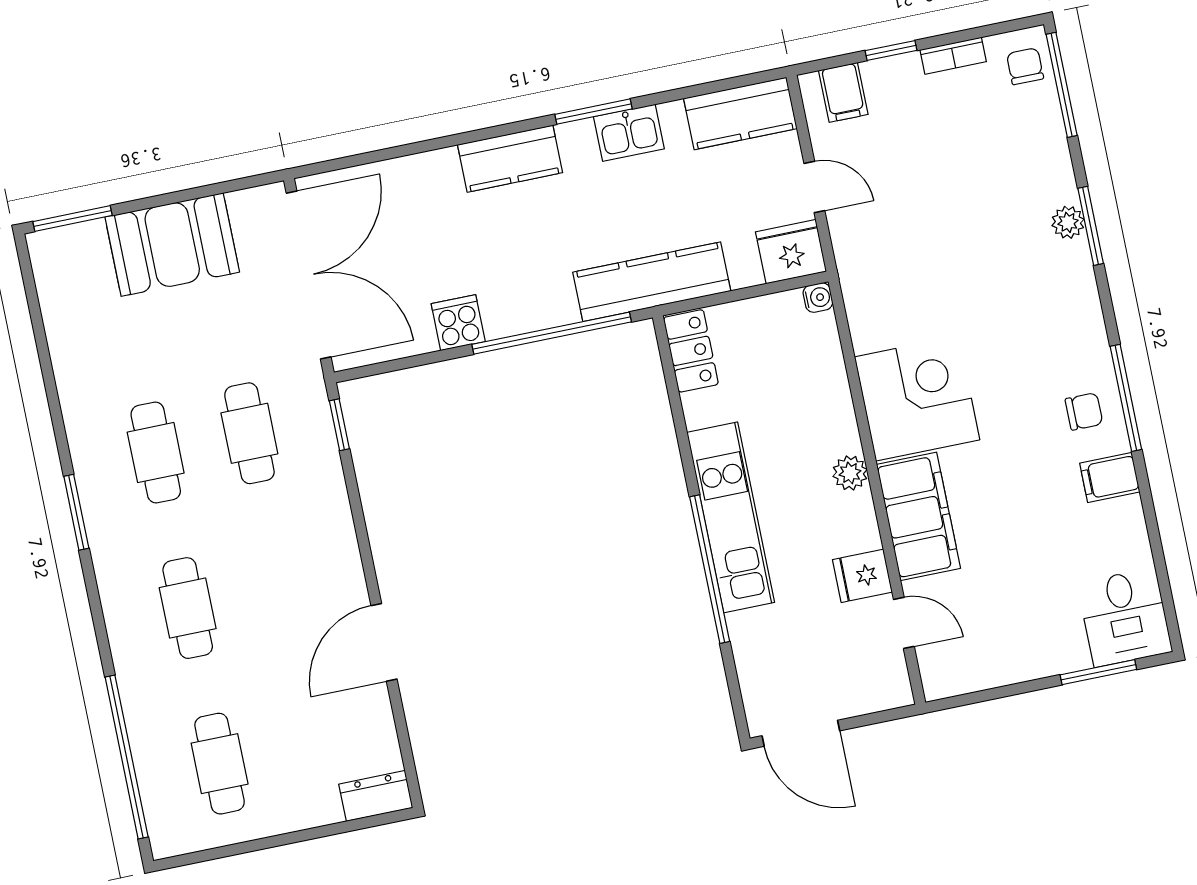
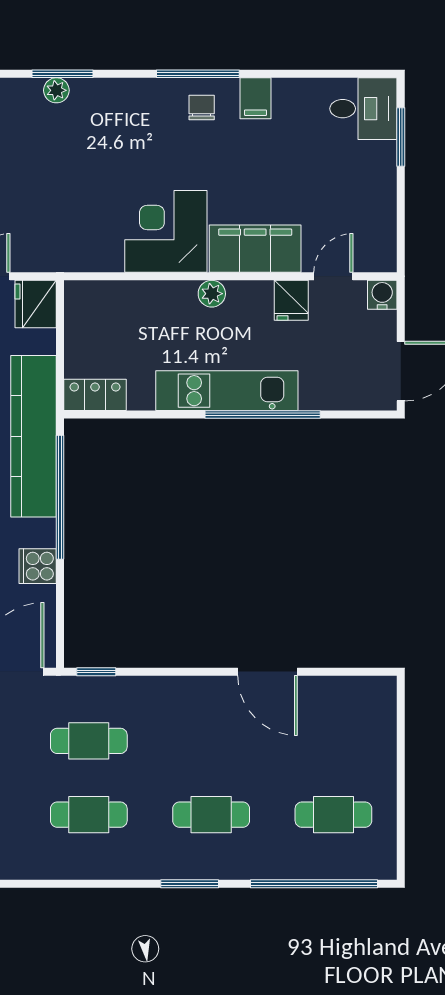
kitchen counter: (652, 282) -> (33, 436), width x1.39, depth x1.17
water cooler: (818, 298) -> (382, 295), moved, width x1.38, depth x1.38
window: (76, 512) -> (190, 884), moved
dresser: (376, 796) -> (382, 702), removed

